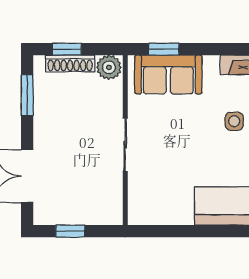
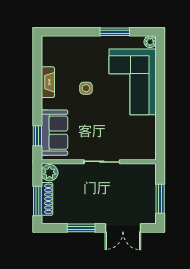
window: (67, 49) -> (37, 201), width x1.50
window: (27, 95) -> (81, 228), moved
window: (70, 231) -> (160, 199), width x1.50

